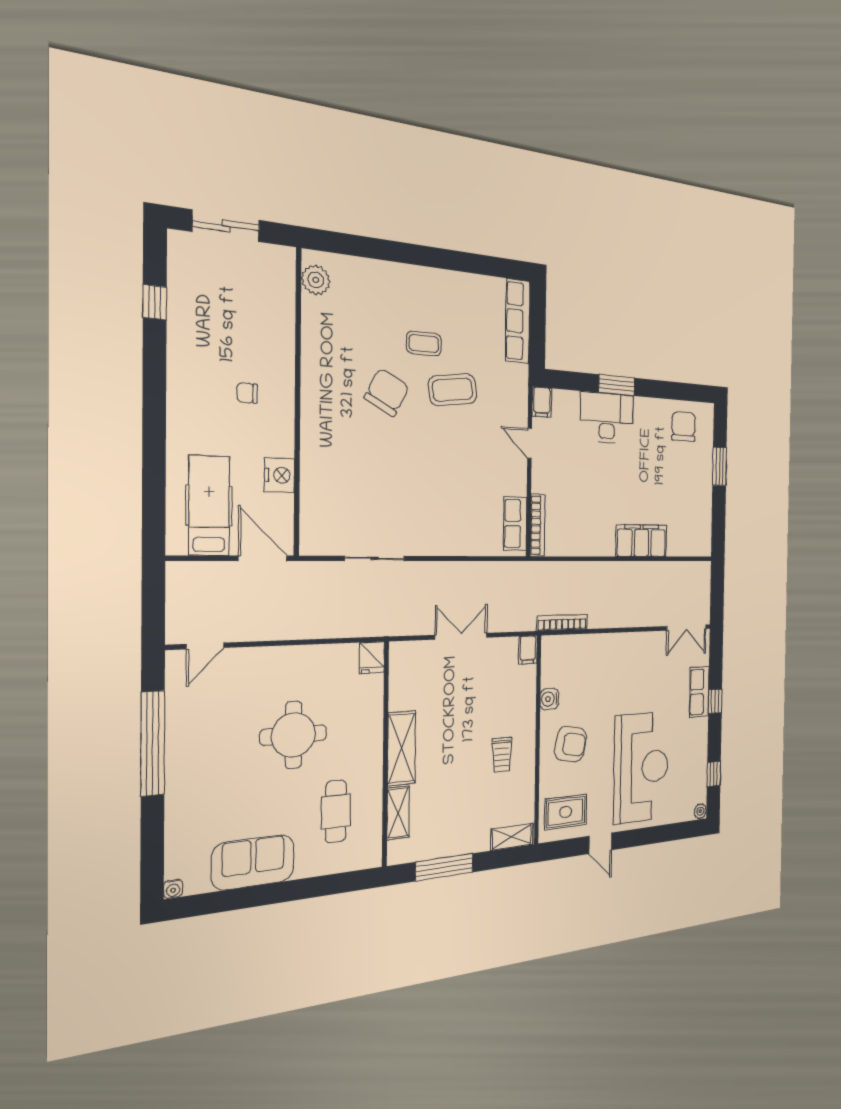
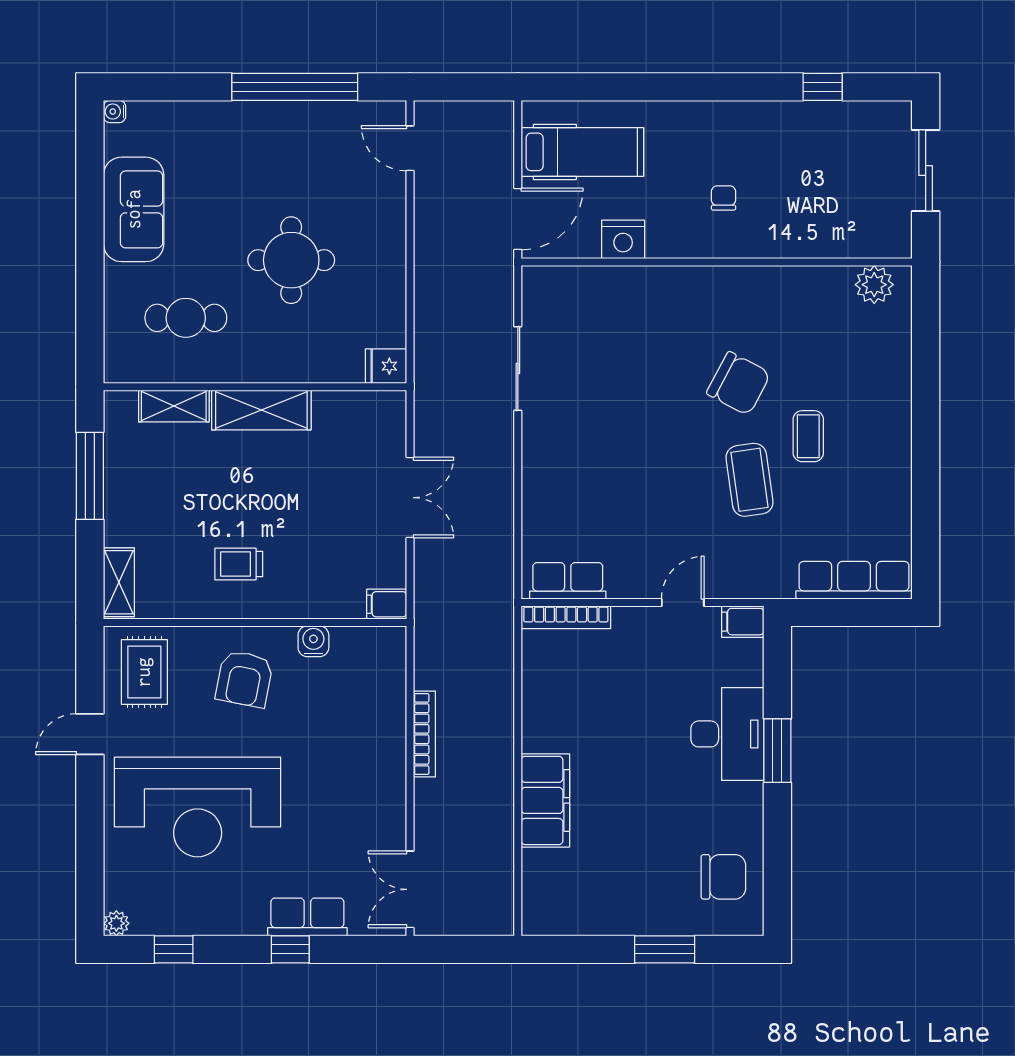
bookcase: (562, 623) -> (424, 734), moved

